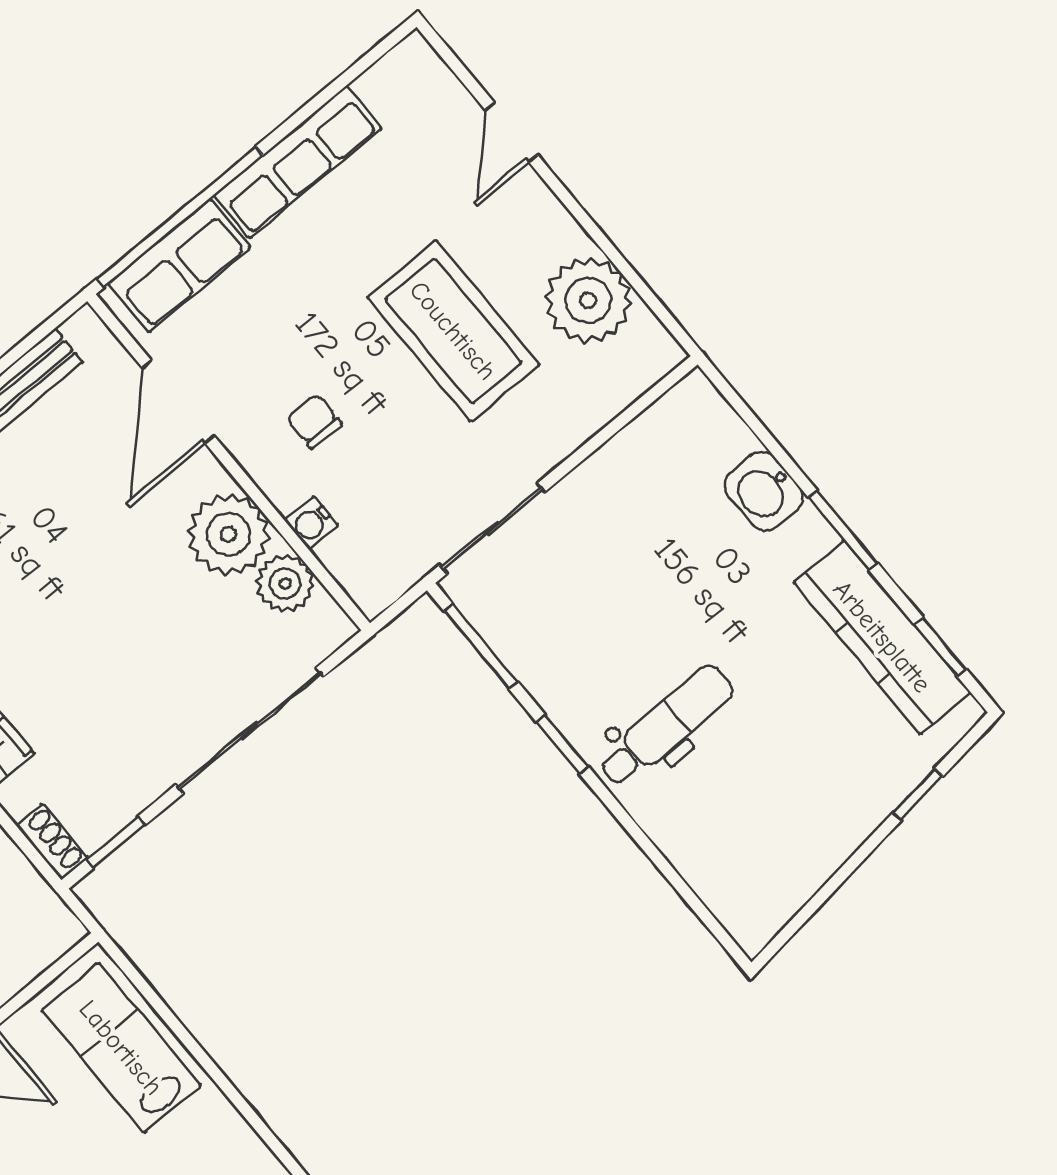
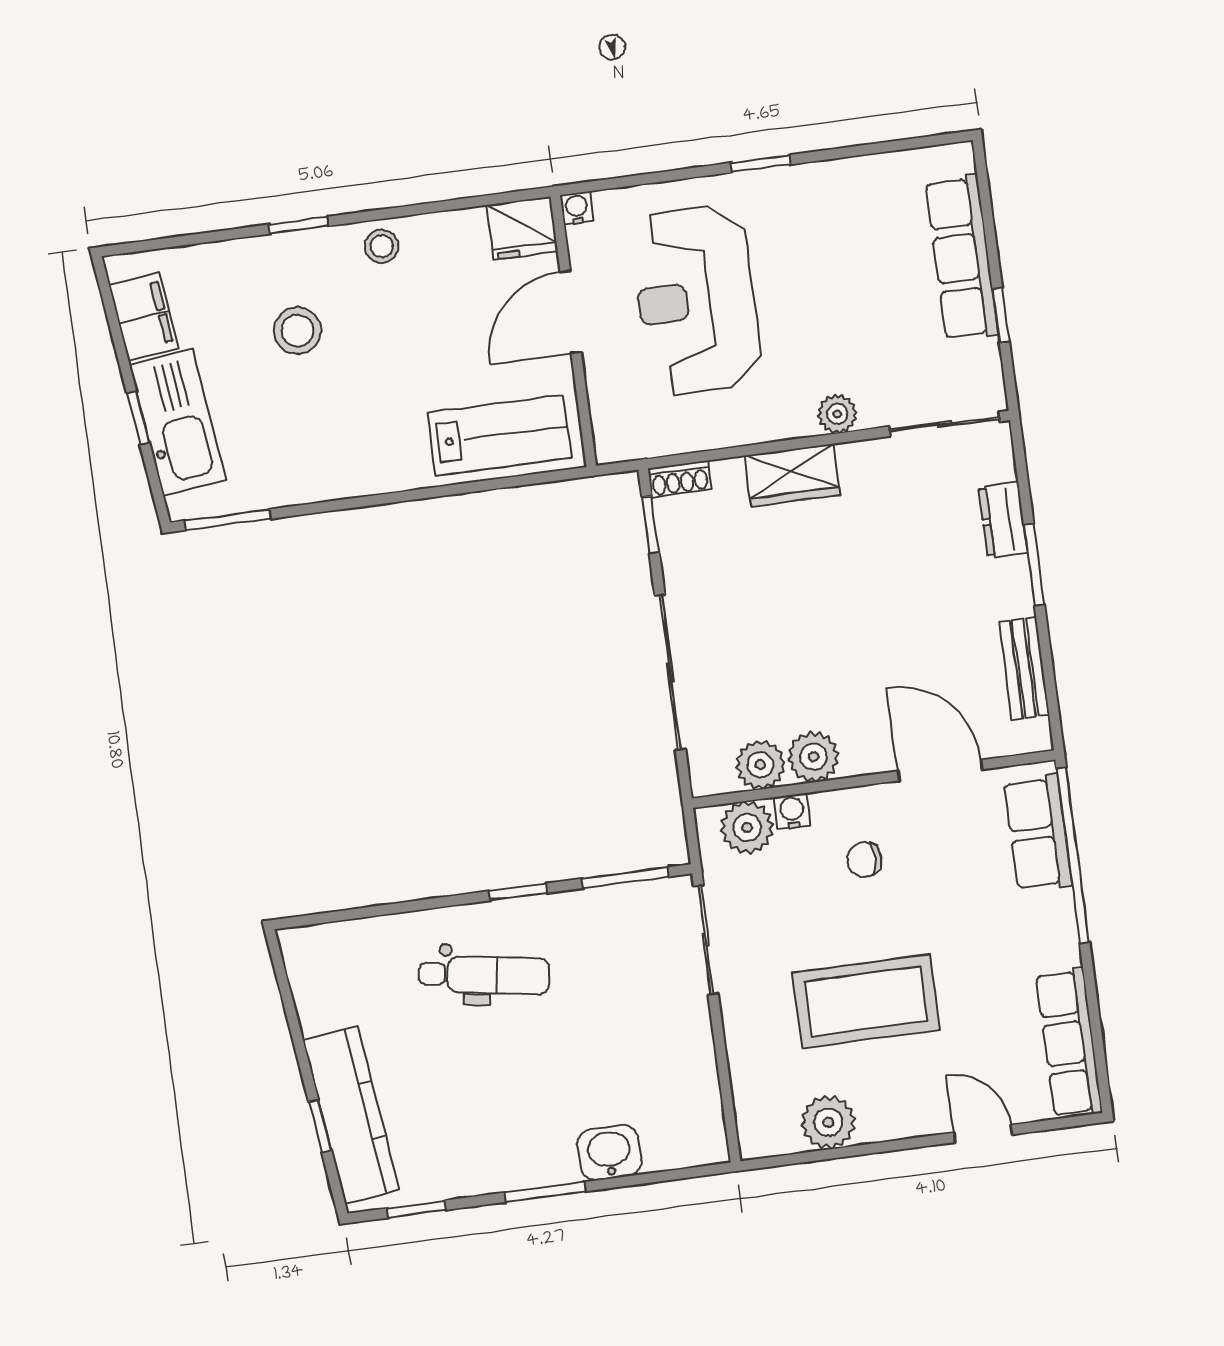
row of seats: (298, 162) -> (1069, 1043), moved
plant: (588, 300) -> (828, 1122), width x0.73, depth x0.73
chair: (314, 421) -> (864, 860), turned 180
plant: (228, 534) -> (814, 757), width x0.73, depth x0.73
plant: (355, 557) -> (747, 827), added
kitchen counter: (882, 637) -> (351, 1115), moved, turned 83
dental chair: (666, 726) -> (484, 975), turned -80

